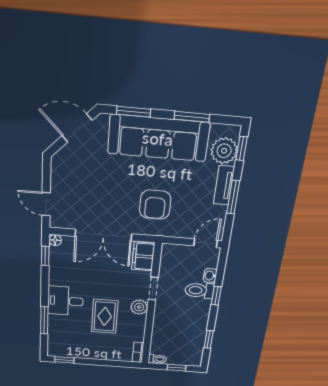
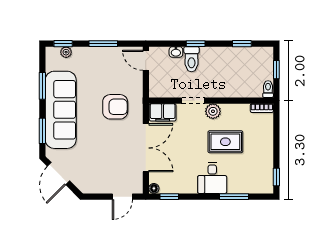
plant: (224, 151) -> (66, 52), width x0.53, depth x0.53
tv unit: (224, 185) -> (94, 53), removed

